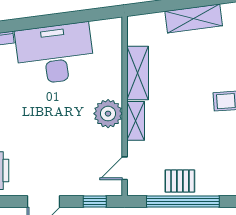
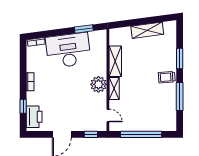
window: (82, 16) -> (84, 29), added
door: (125, 168) -> (108, 116), swing flipped
pallet: (180, 181) -> (139, 123), removed

